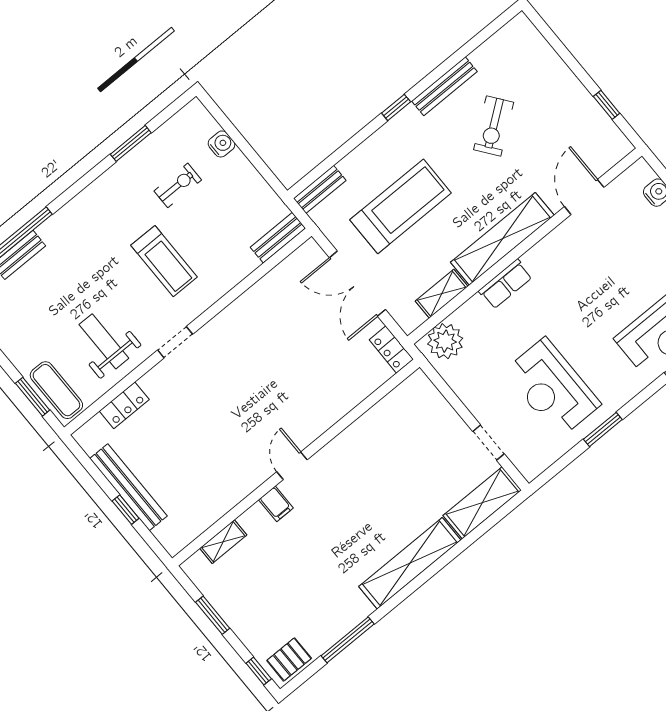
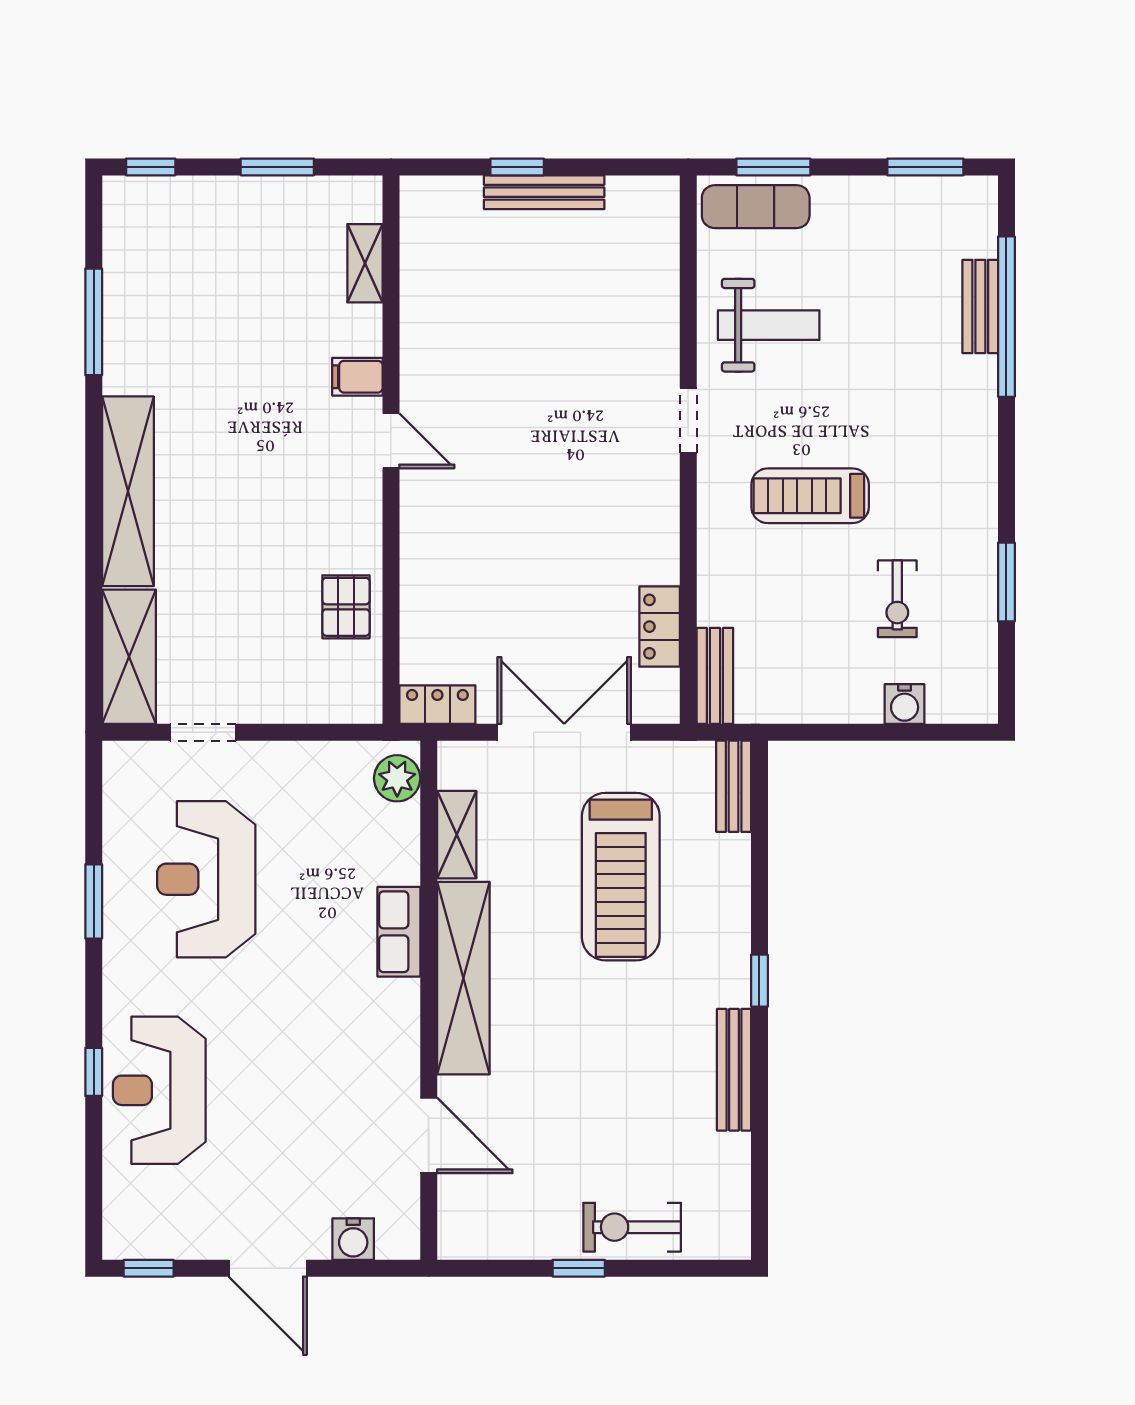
window: (607, 105) -> (579, 1268), moved
exercise bike: (494, 126) -> (632, 1227), moved, turned -53
plant: (445, 341) -> (397, 778), width x0.73, depth x0.73
reception desk: (552, 388) -> (206, 879), turned -90
locker: (124, 405) -> (660, 627), moved
bench: (128, 487) -> (544, 192), width x0.73, depth x0.82
pallet: (289, 659) -> (346, 607), moved

